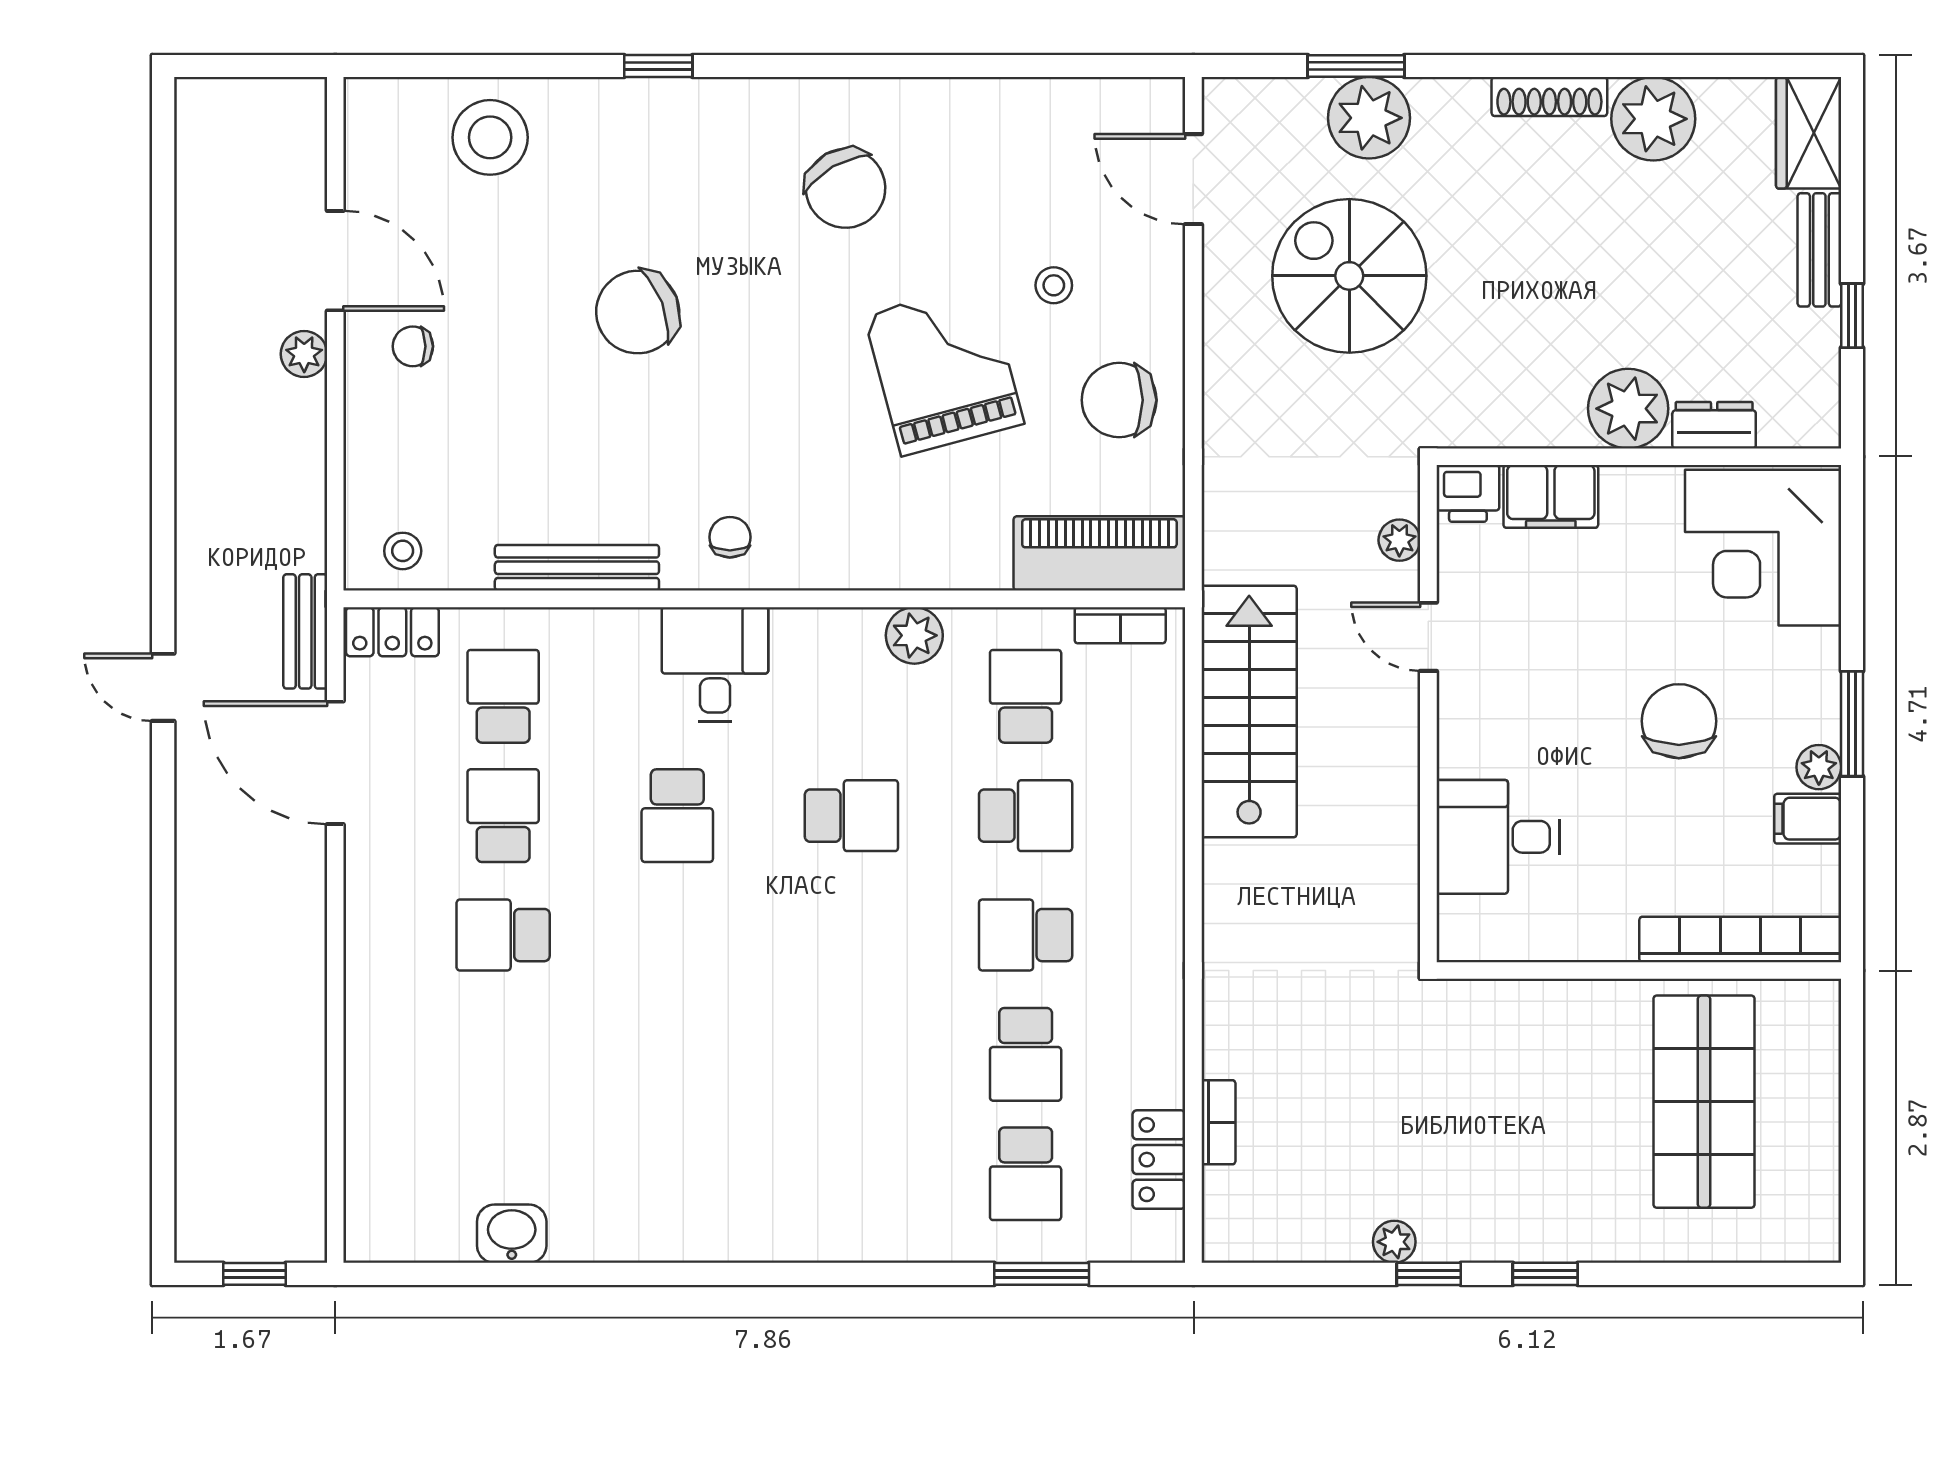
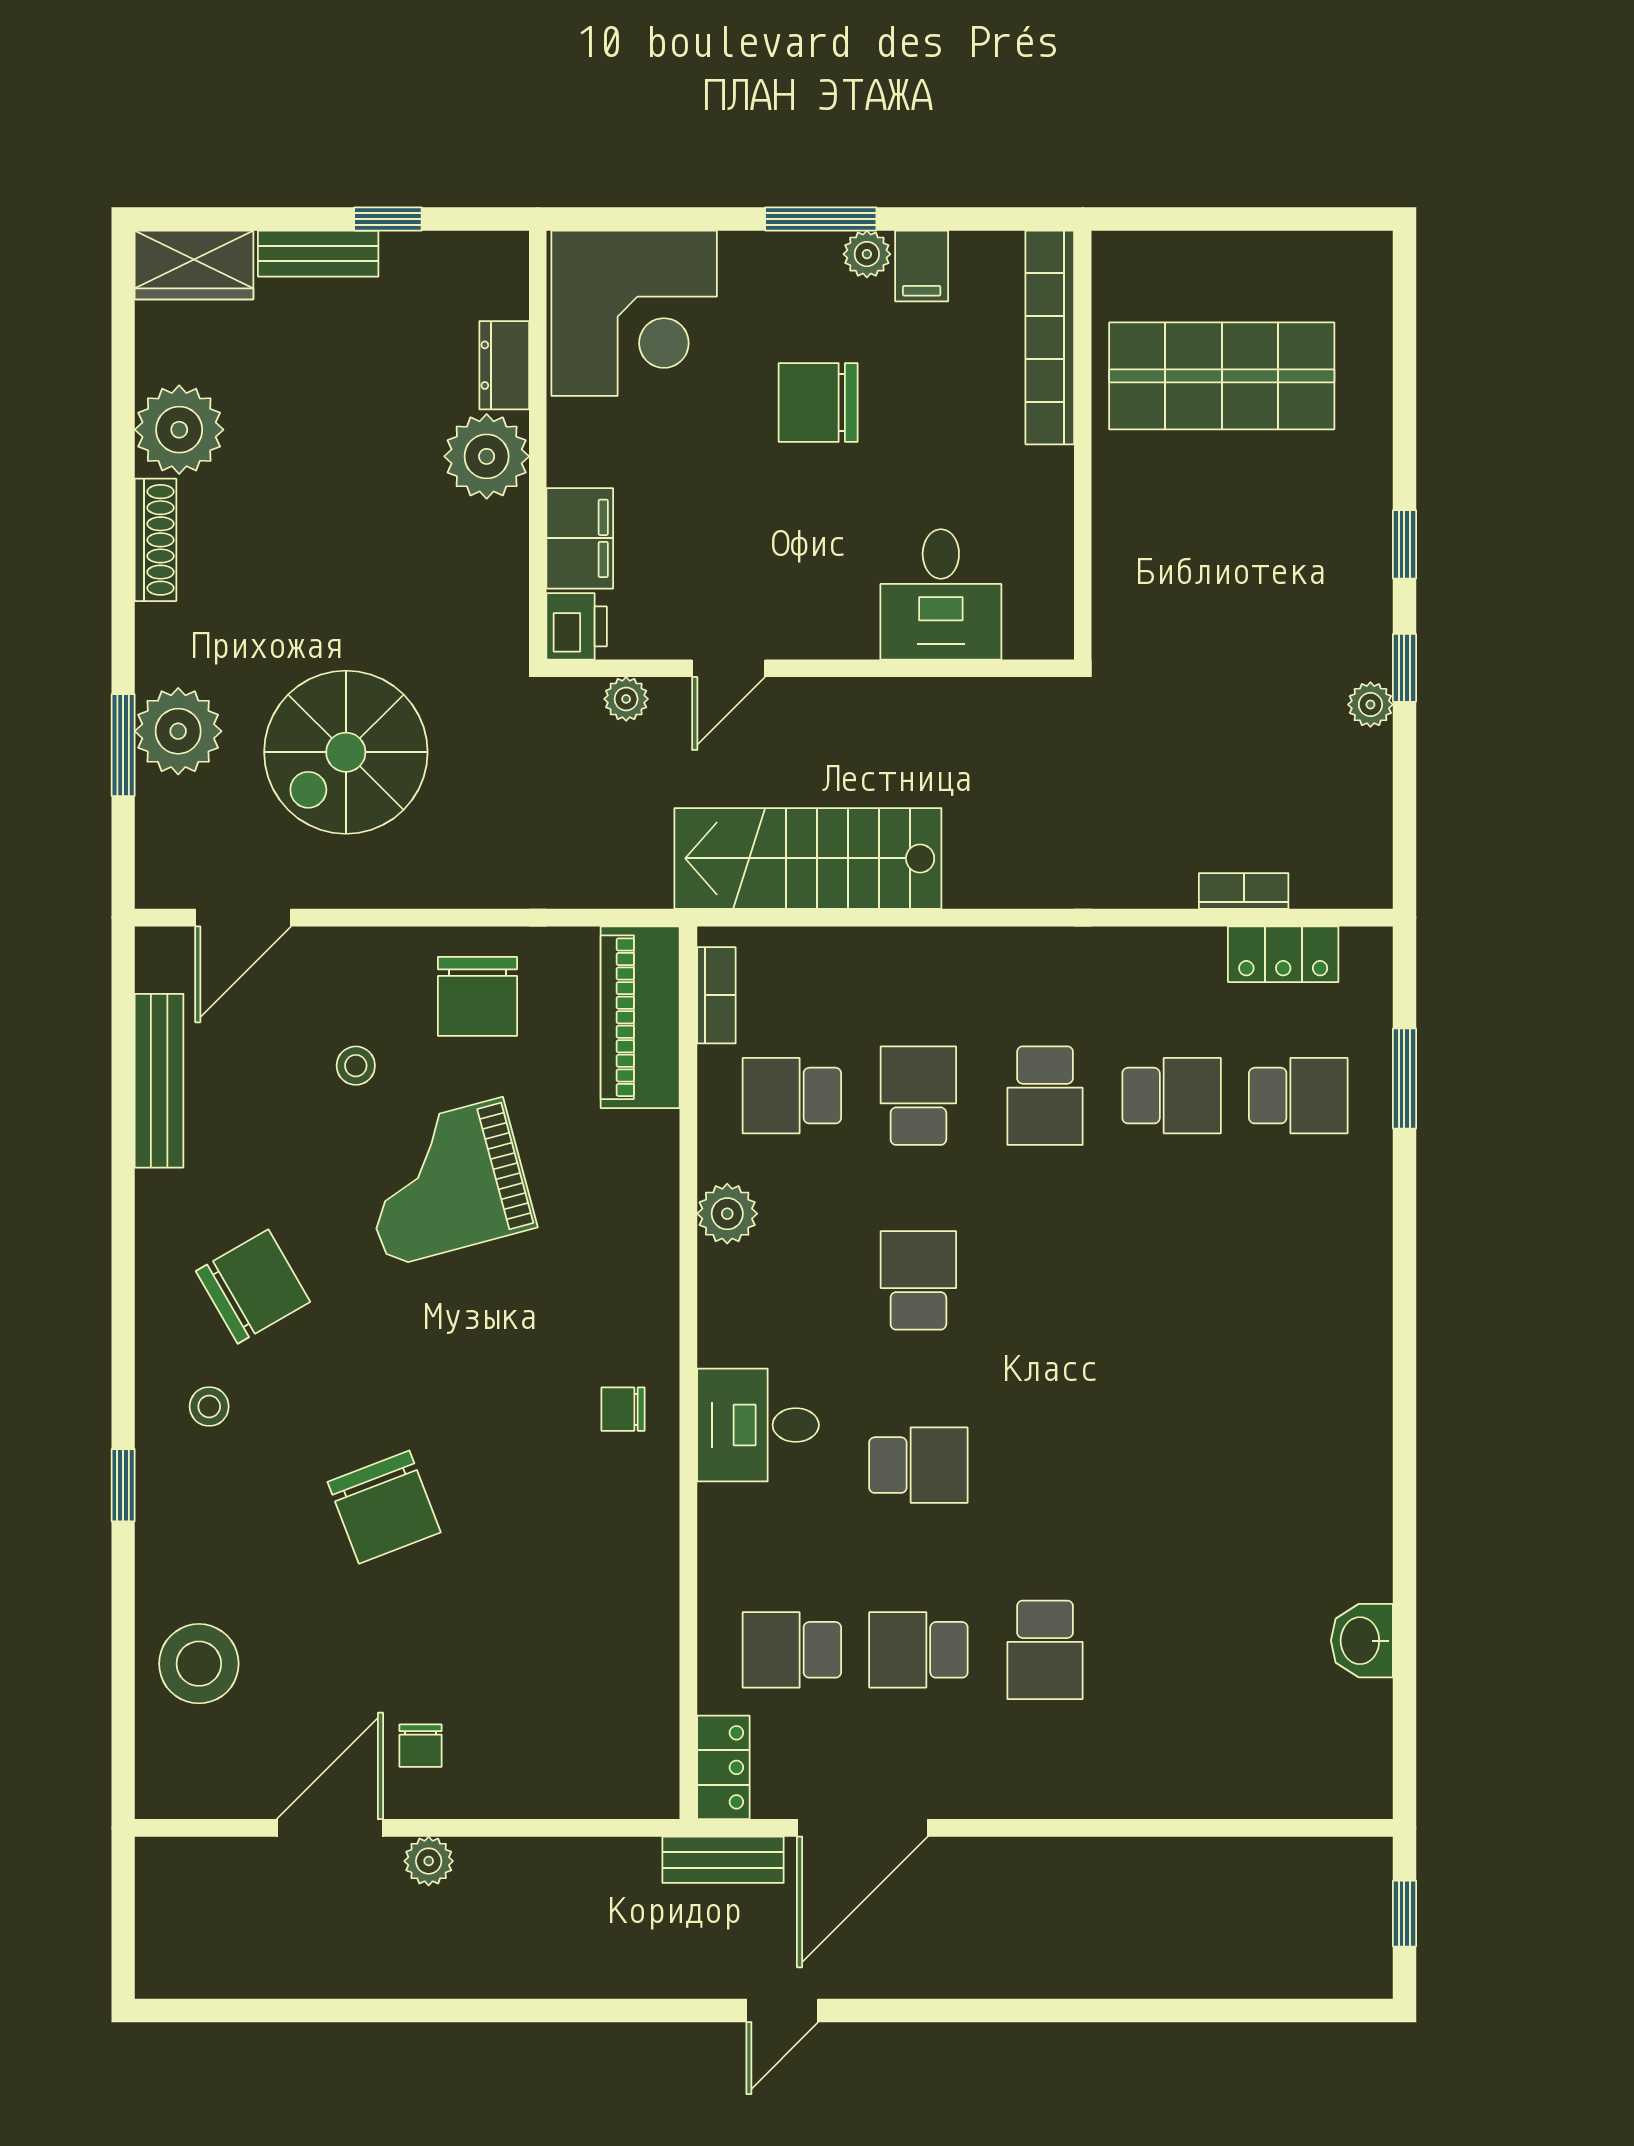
stool: (403, 551) -> (209, 1407), moved
bench: (577, 568) -> (159, 1081), moved

